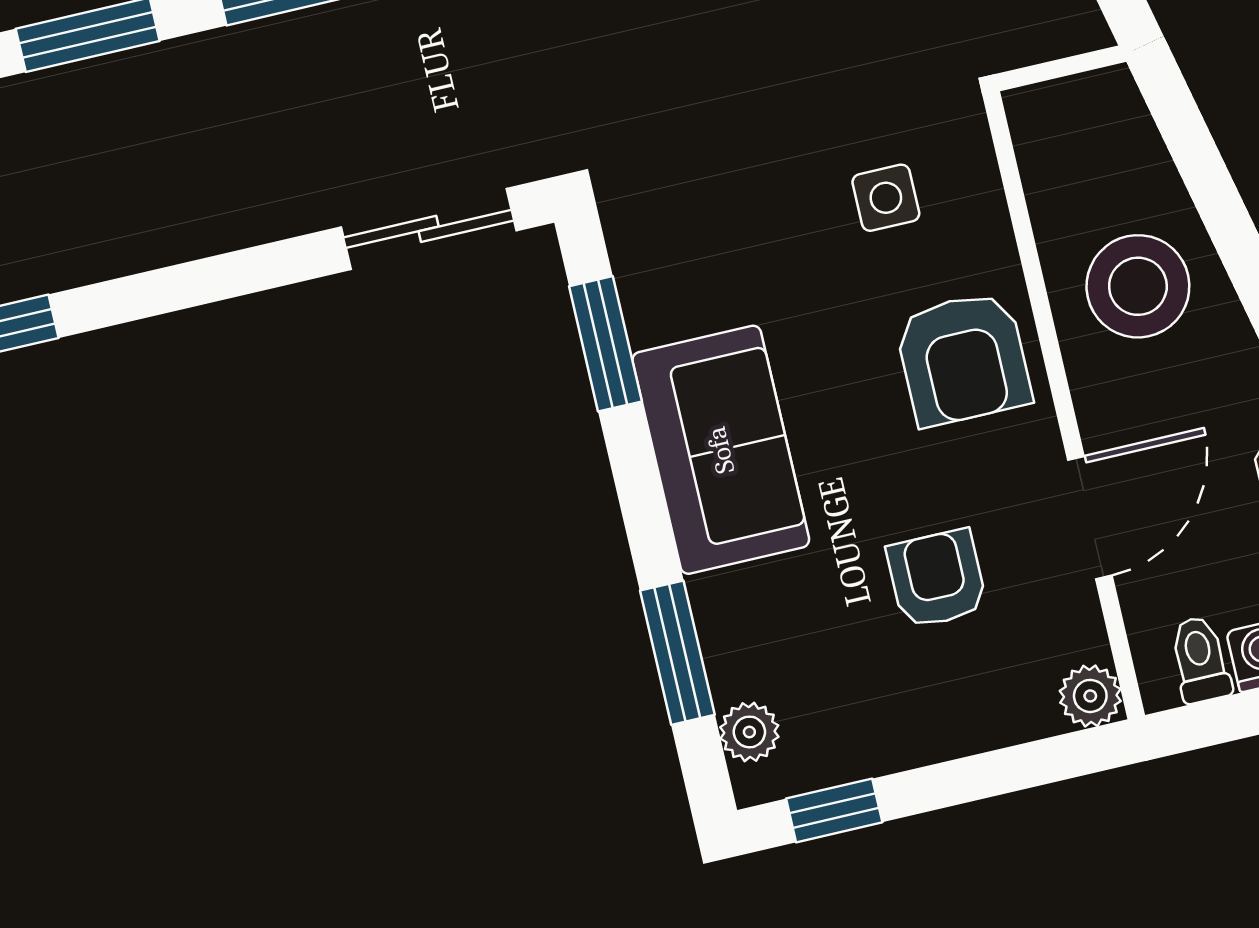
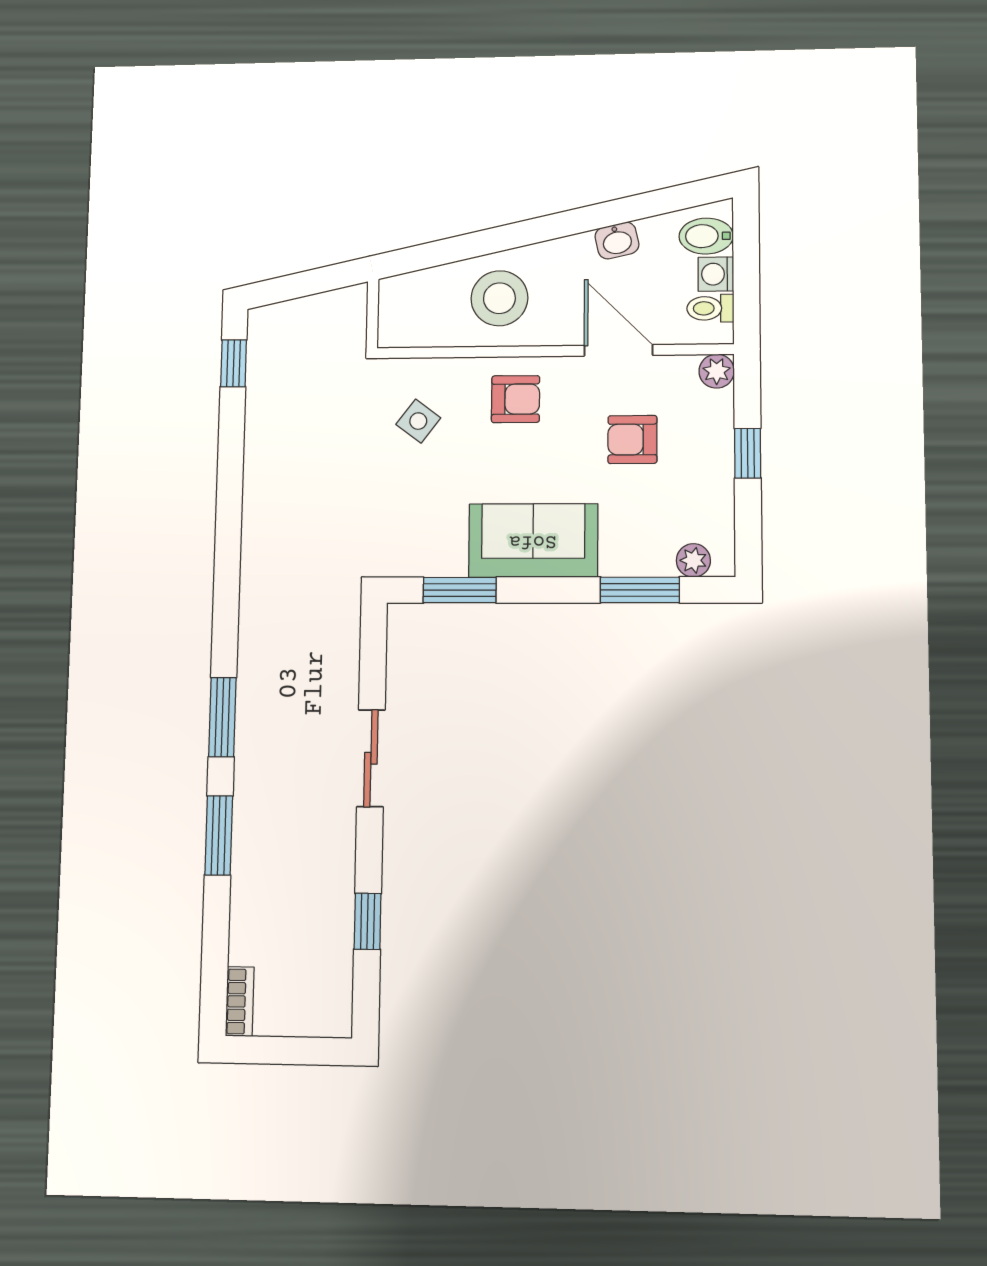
side table: (886, 198) -> (418, 421), turned 37
sliding door: (429, 229) -> (371, 758), moved
armchair: (963, 359) -> (516, 399), width x0.72, depth x0.72
window: (834, 810) -> (748, 453), moved

